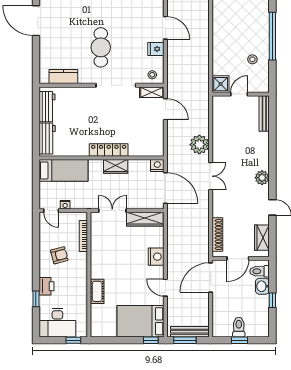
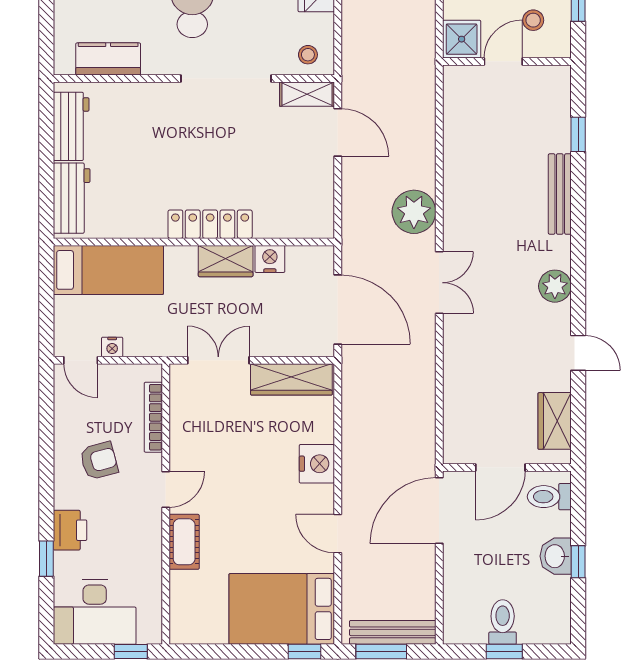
shower: (221, 84) -> (462, 39), moved
door: (239, 94) -> (503, 61), moved
wall: (241, 94) -> (507, 61), moved
window: (272, 110) -> (578, 134), added
bench: (264, 114) -> (560, 194), moved
nightstand: (157, 166) -> (270, 259), moved
shoe rack: (217, 234) -> (454, 414), removed
door: (89, 268) -> (166, 490), added
washbasin: (262, 286) -> (556, 556), moved

